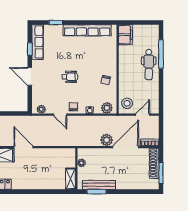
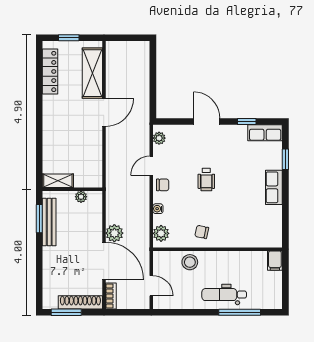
row of seats: (87, 30) -> (274, 187), width x0.50
filing cabinet: (125, 35) -> (275, 261), width x0.50
row of seats: (38, 42) -> (265, 133), width x0.68
door: (30, 77) -> (207, 121), hinge flipped
stool: (127, 103) -> (190, 262), moved

